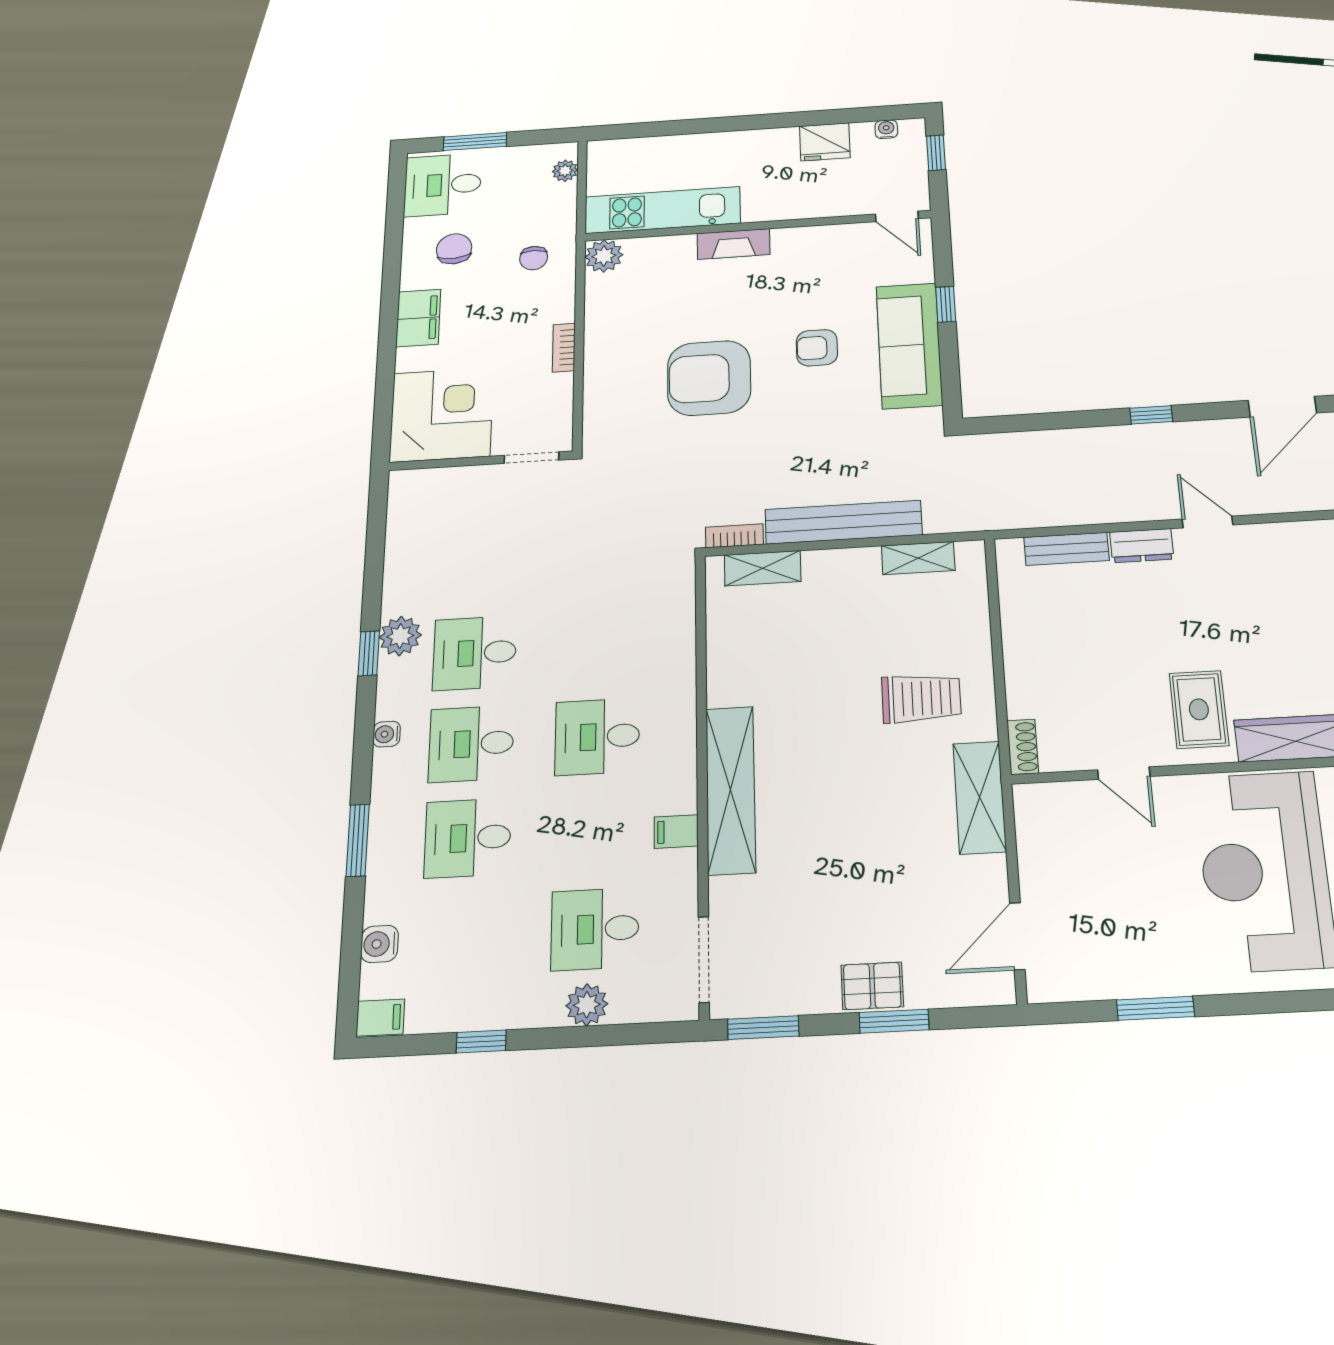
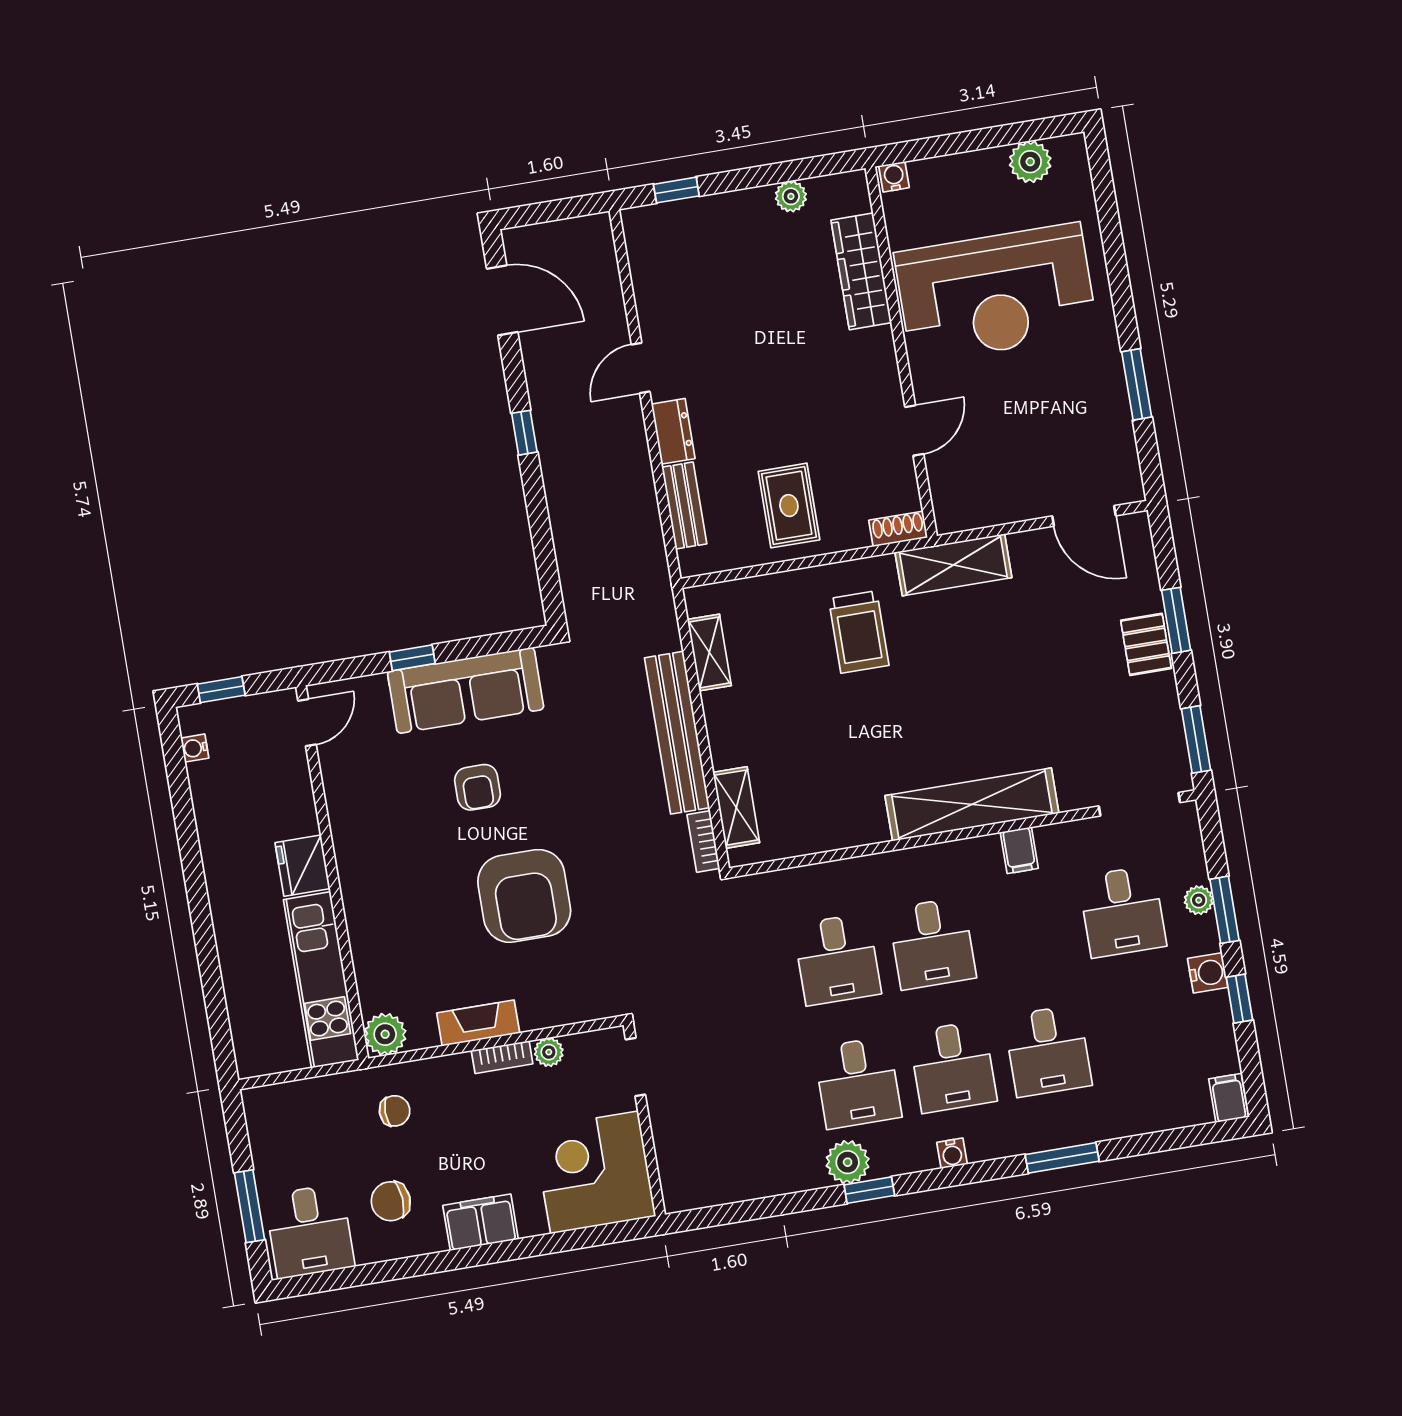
fridge: (825, 142) -> (303, 866), moved, turned 180
plant: (565, 171) -> (549, 1052), moved
fireplace: (734, 244) -> (478, 1023), moved, turned -90
desk: (598, 646) -> (837, 959), added
trolley: (921, 698) -> (859, 632), turned 180
rug: (1199, 709) -> (789, 506), moved, turned 90
water cooler: (379, 944) -> (1208, 973), moved, turned -90
plant: (587, 1005) -> (1199, 900), width x0.73, depth x0.73
window: (577, 1037) -> (1225, 910), added

